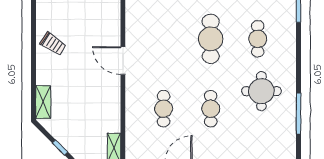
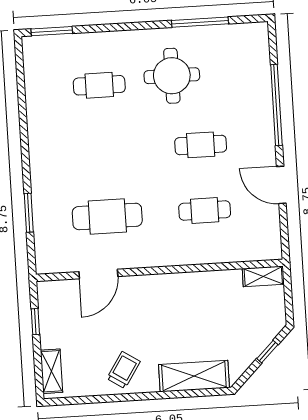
cafe table: (211, 39) -> (107, 216), moved
door: (123, 61) -> (98, 274), moved
shelving: (43, 102) -> (194, 376), width x1.50, depth x1.33

